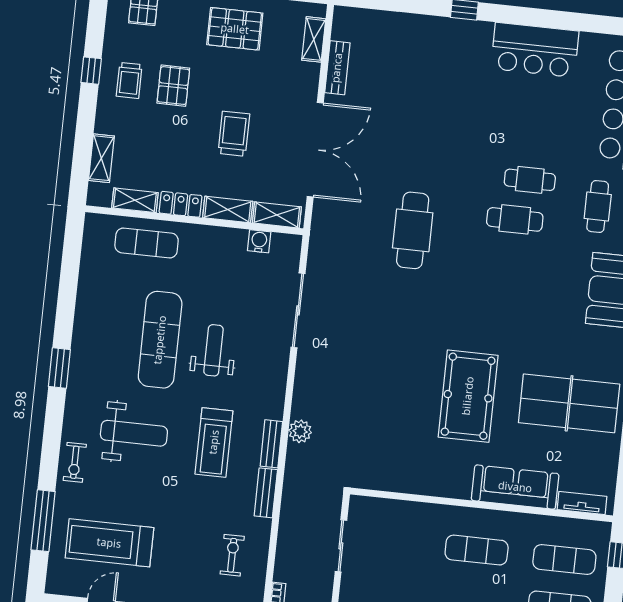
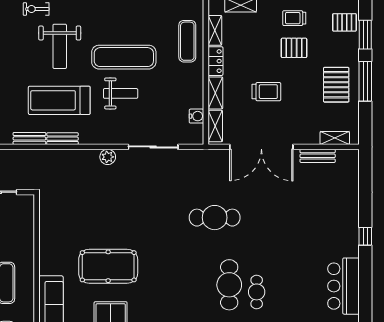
cafe table: (515, 219) -> (229, 285), width x1.37, depth x1.35
plant: (300, 431) -> (108, 157), moved
treadmill: (214, 442) -> (59, 100), width x1.37, depth x1.38

